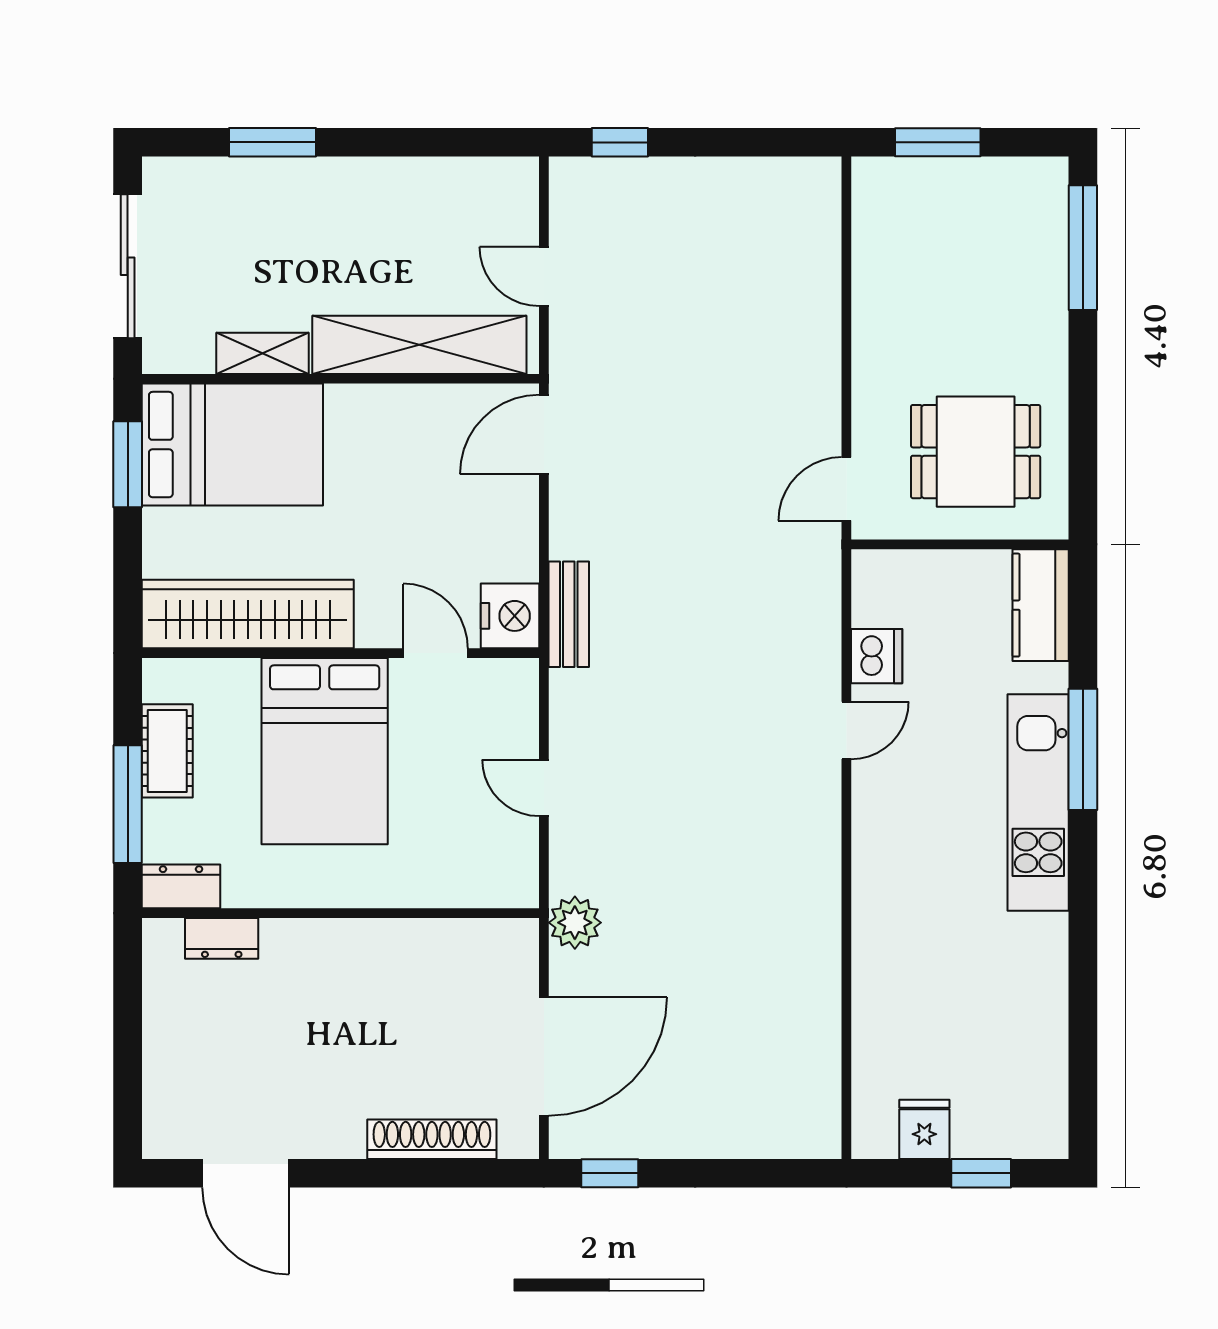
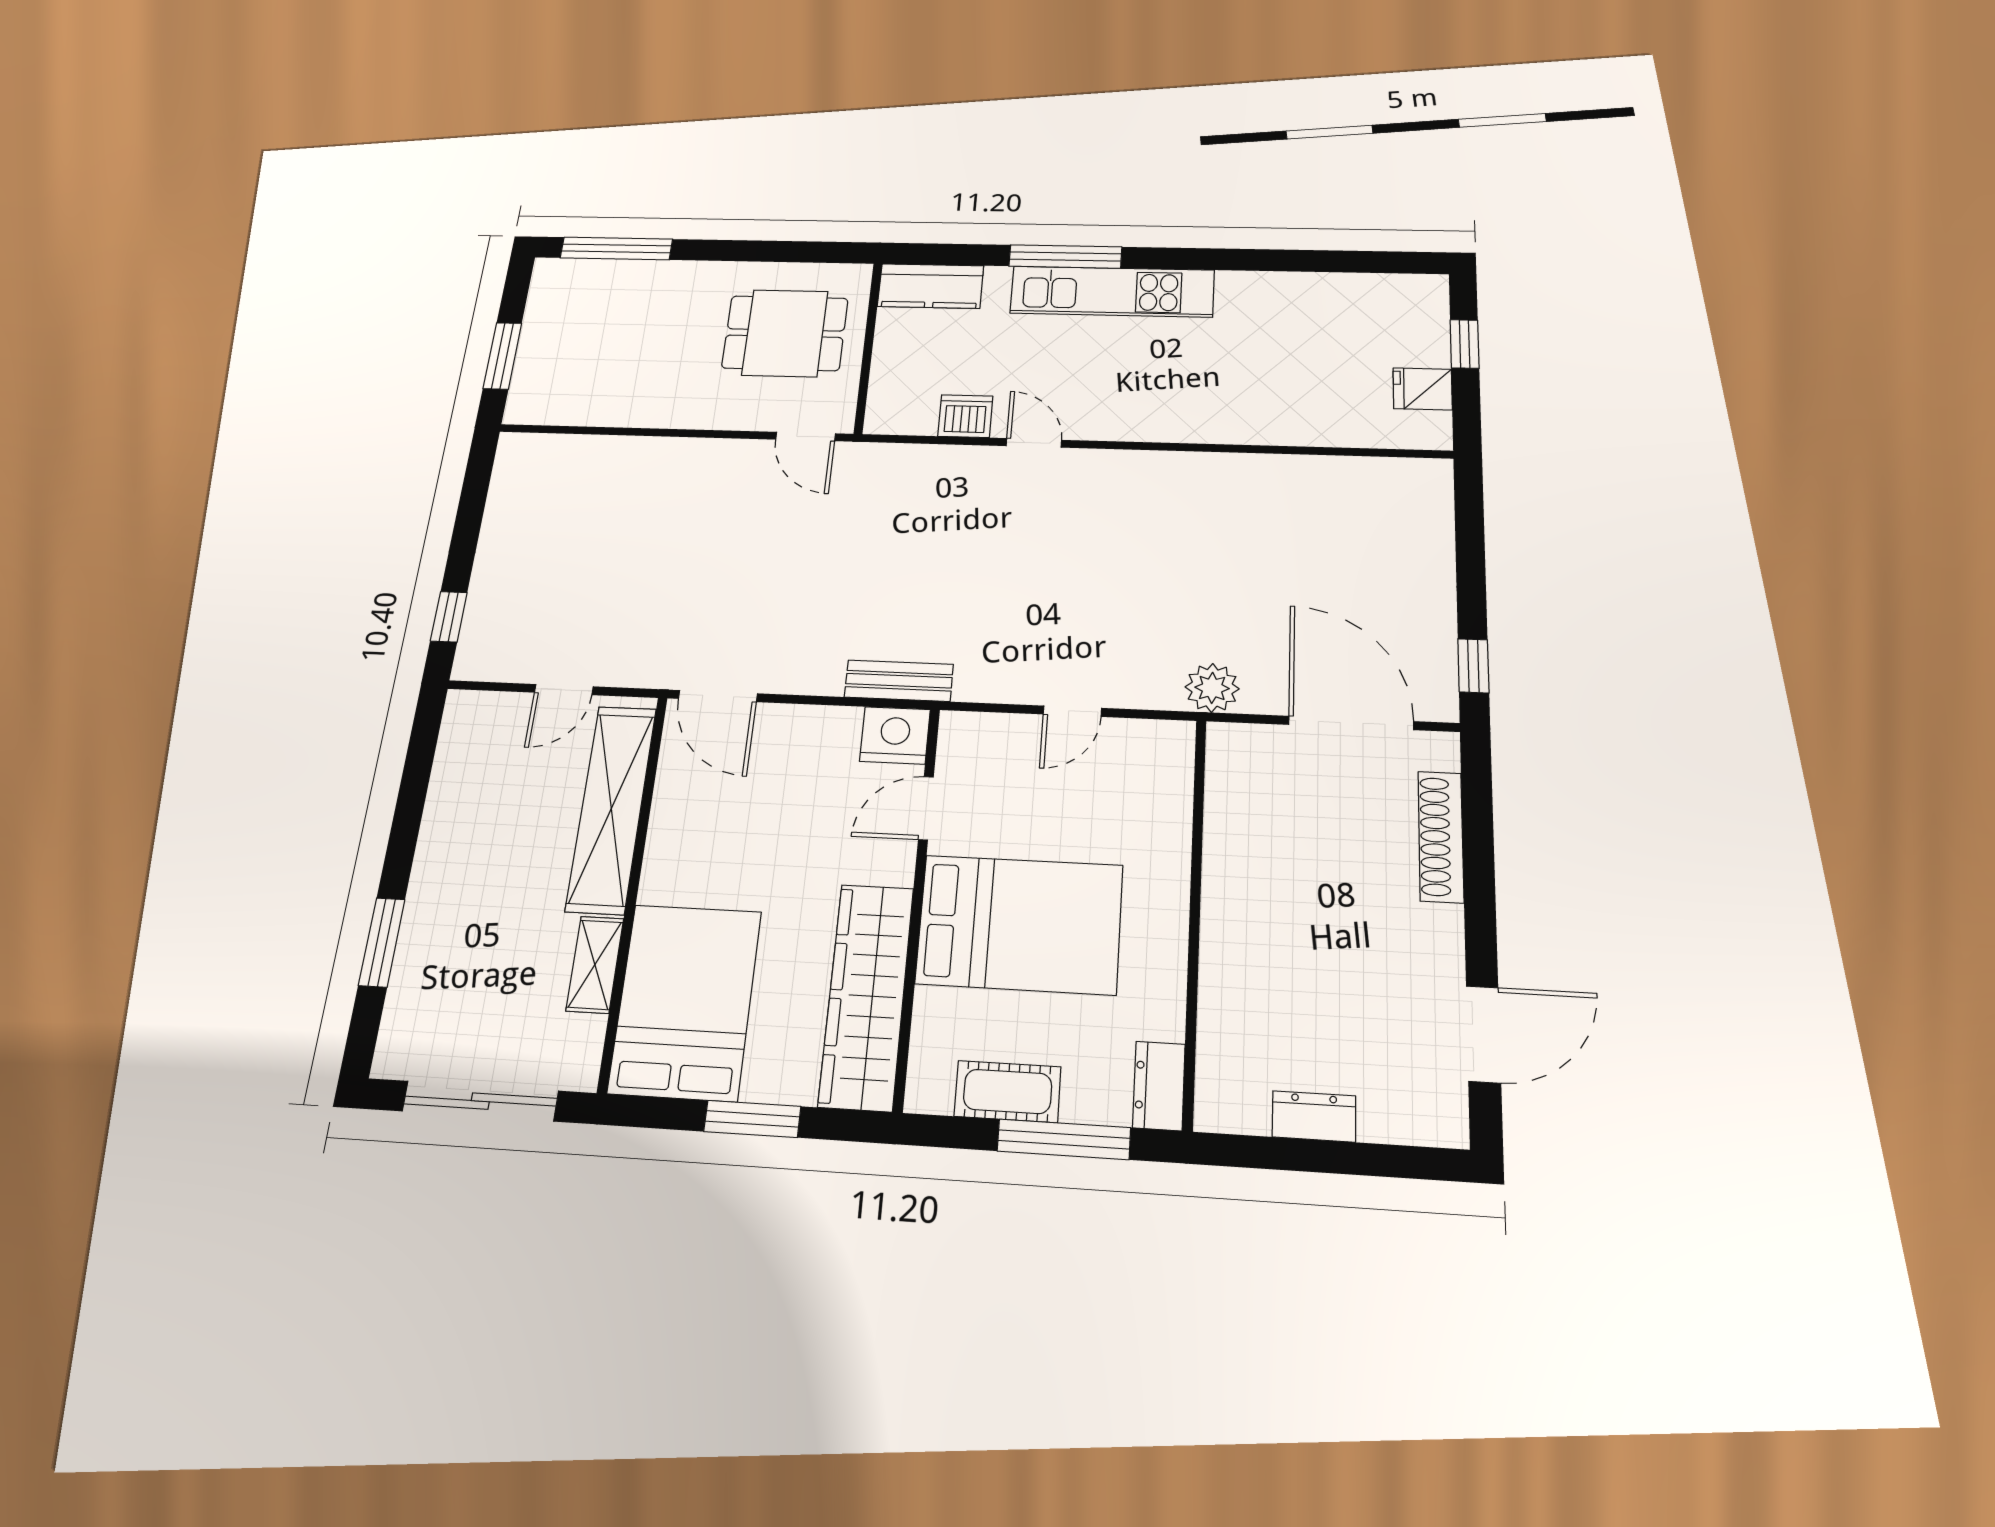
dining table: (976, 452) -> (785, 333), turned 90
window: (128, 464) -> (752, 1119), moved
dresser: (222, 938) -> (1314, 1116), moved, turned -90

